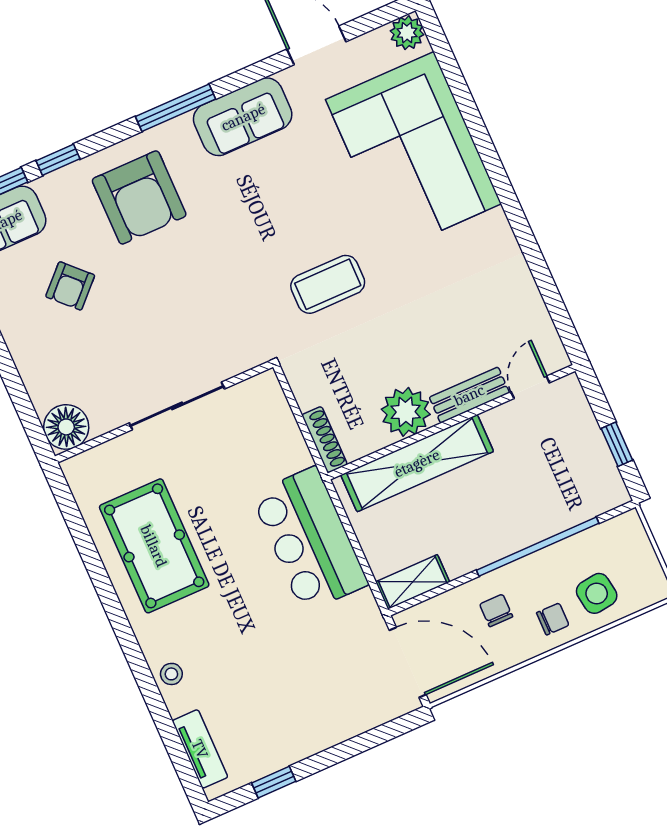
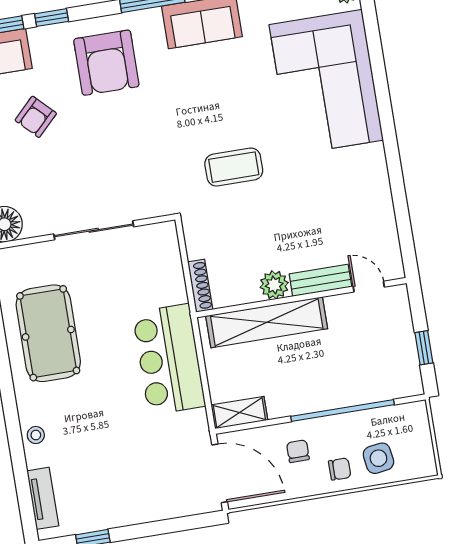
door: (530, 387) -> (369, 287), hinge flipped
plant: (406, 412) -> (274, 285), width x0.73, depth x0.73

